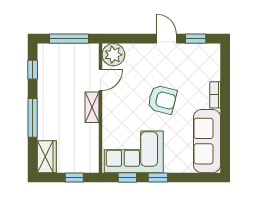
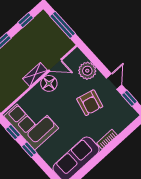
plant: (113, 55) -> (87, 71), moved
armchair: (162, 100) -> (90, 103), moved
floor lamp: (112, 102) -> (49, 83), added

